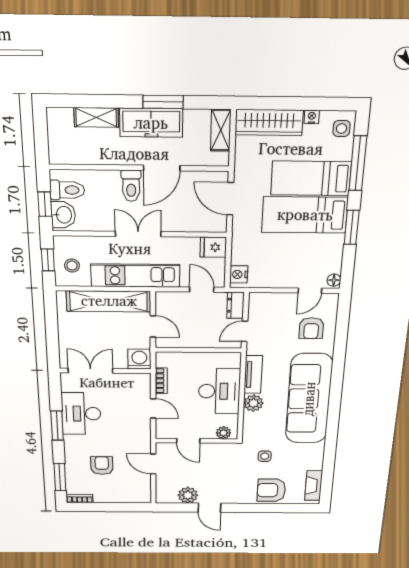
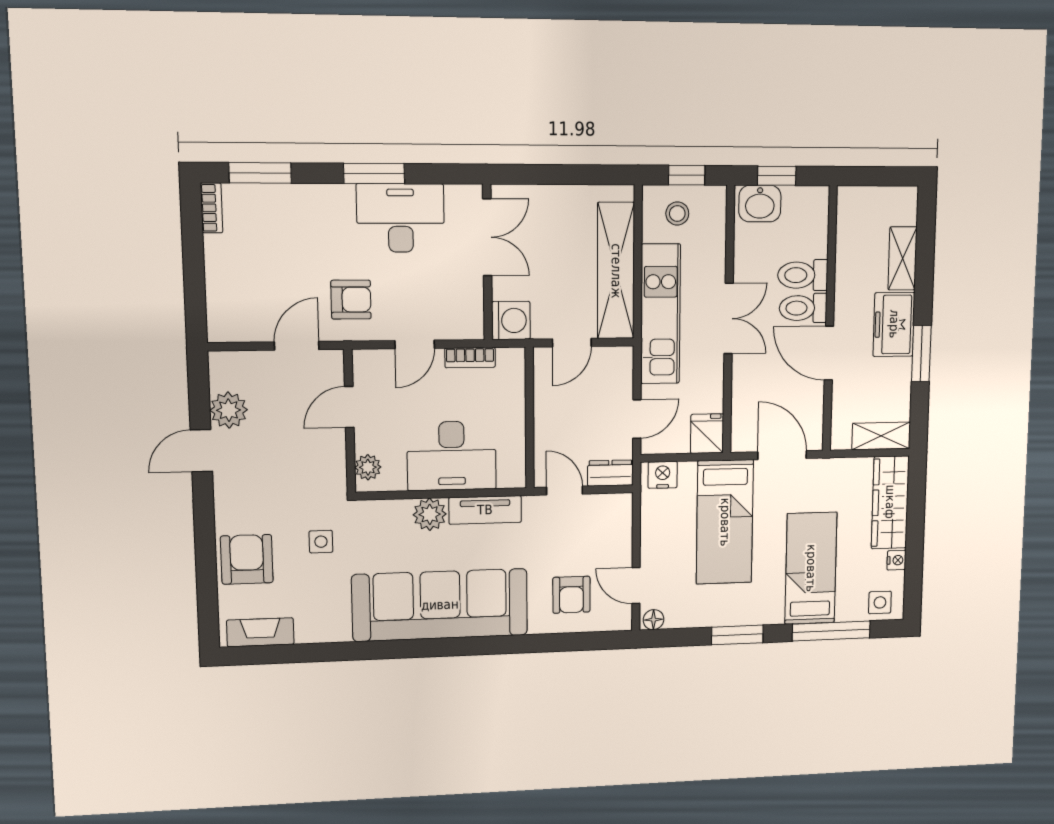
freezer: (151, 123) -> (894, 324), width x0.71
toilet: (67, 190) -> (803, 275), moved, turned 90
door: (230, 199) -> (782, 455), hinge flipped
bed: (305, 215) -> (725, 522), moved, turned 180
armchair: (311, 328) -> (571, 595), turned -90
armchair: (102, 465) -> (351, 300), moved

